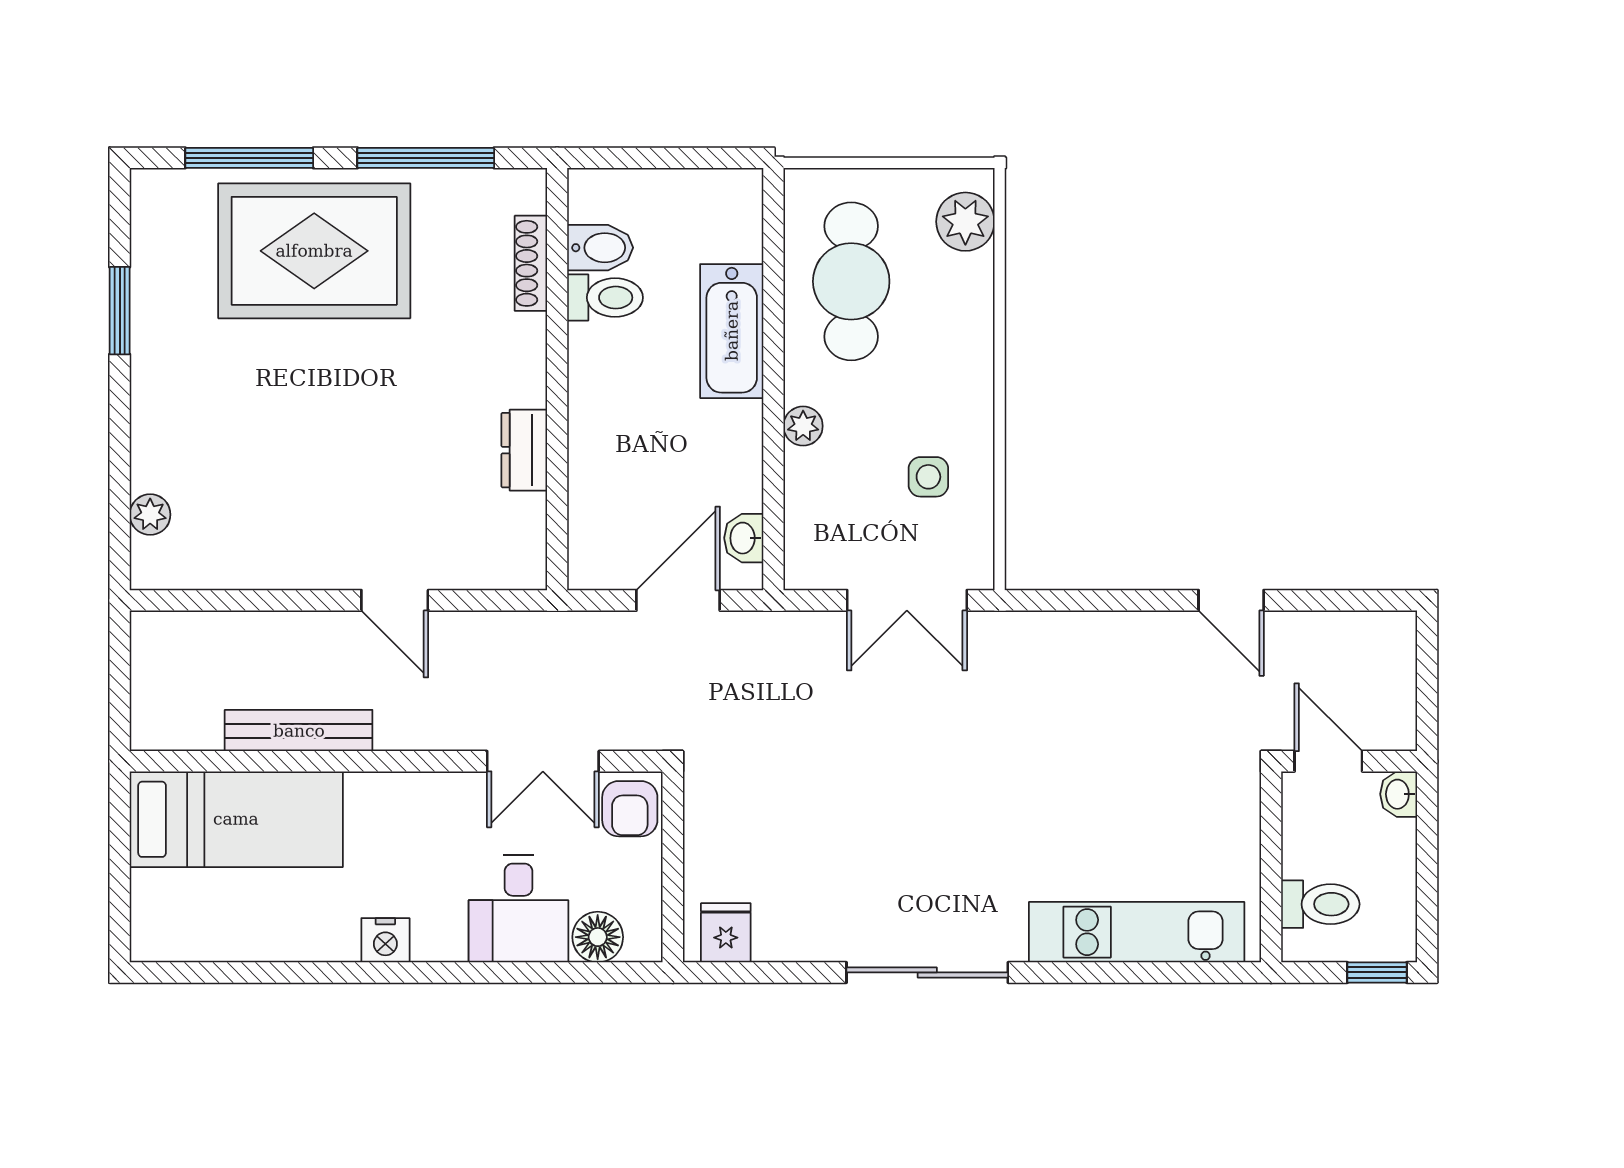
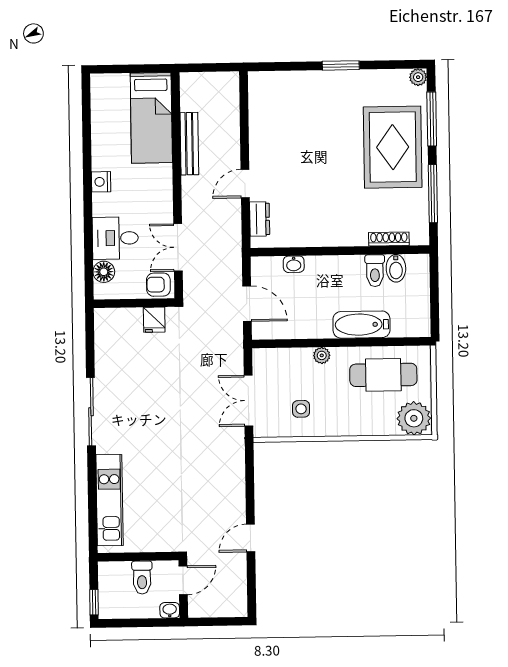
plant: (965, 222) -> (414, 418), width x1.36, depth x1.36
window: (120, 311) -> (341, 65), moved
dresser: (524, 450) -> (260, 219), moved, turned 90
plant: (150, 515) -> (418, 77), moved
washbasin: (744, 538) -> (294, 264), moved, turned 180
toilet: (1320, 904) -> (142, 578), moved
fridge: (726, 933) -> (154, 320), moved, turned 90

